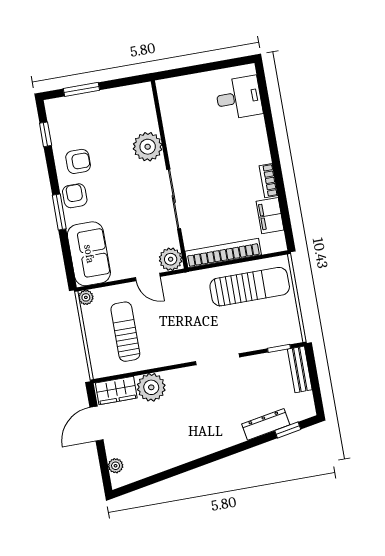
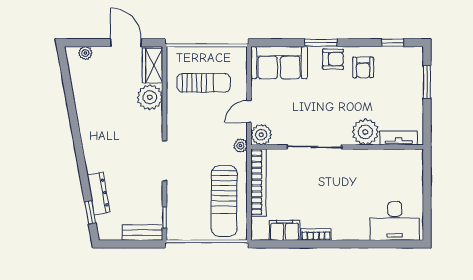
desk: (239, 98) -> (395, 221), width x1.37
tv unit: (148, 109) -> (399, 138), added
plant: (86, 297) -> (240, 146), moved

